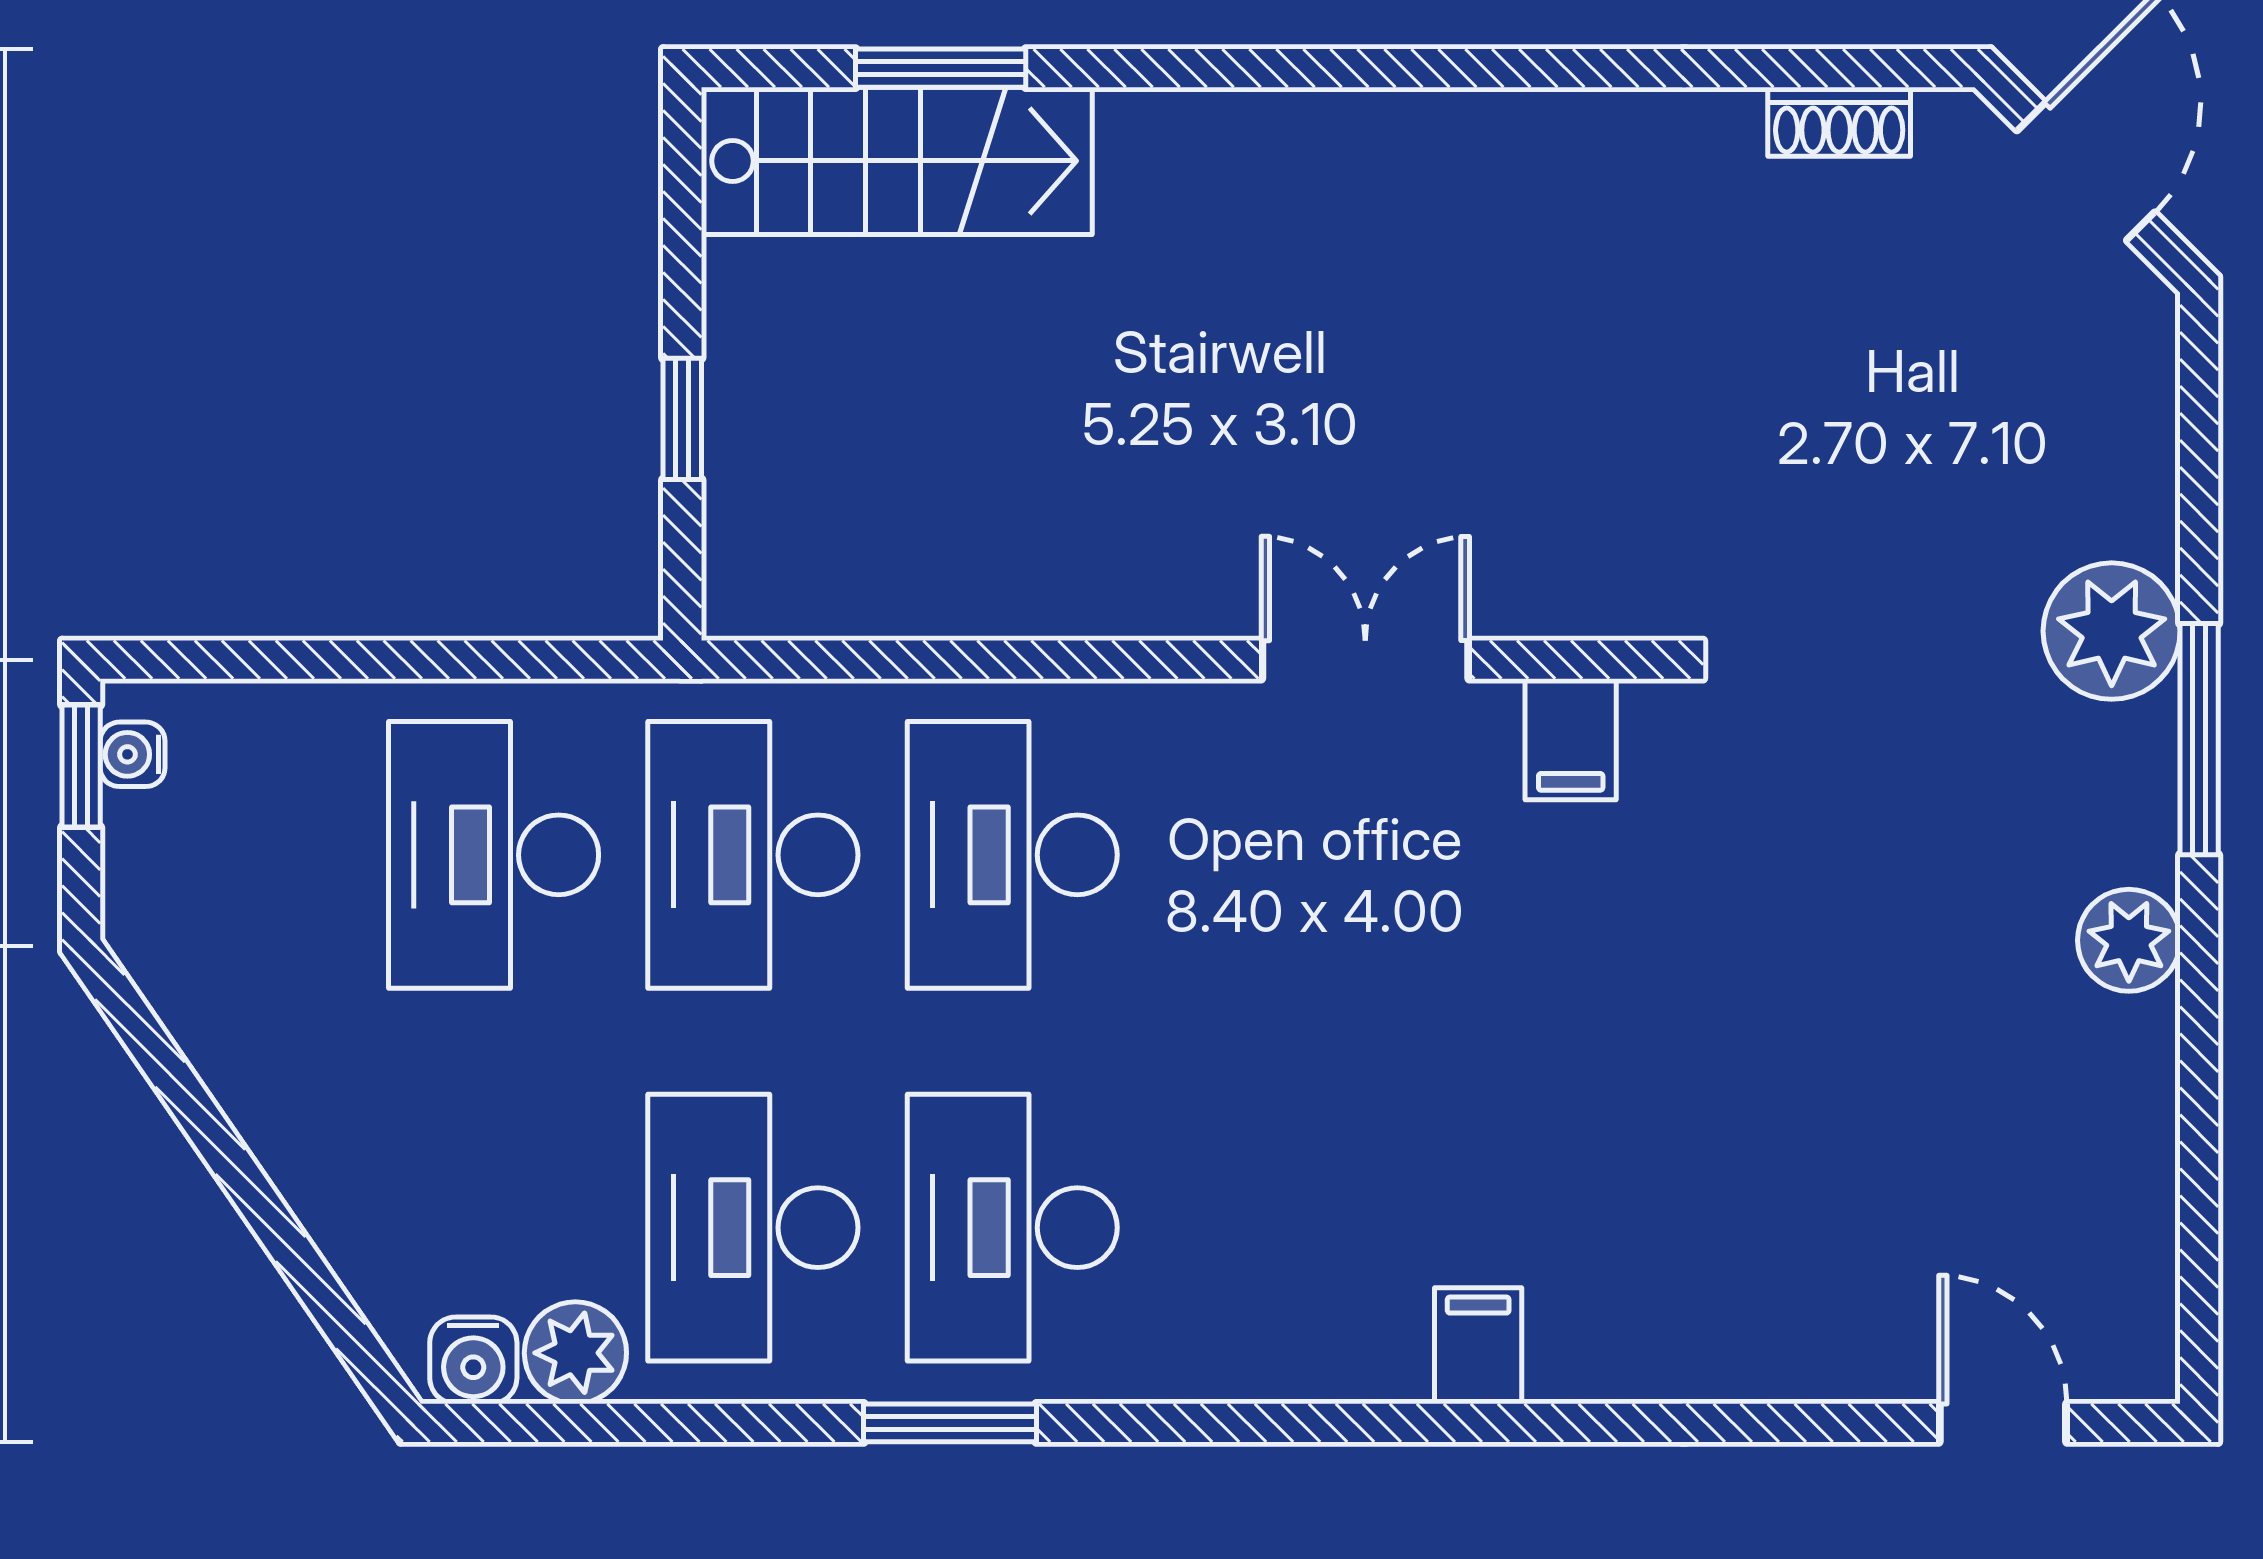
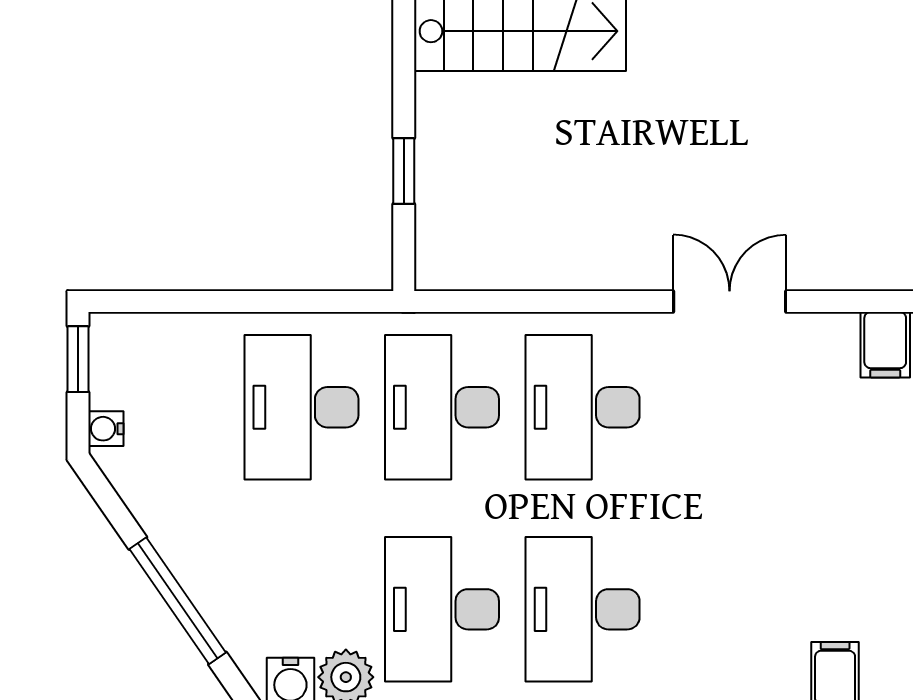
double door: (1365, 660) -> (730, 301), moved
water cooler: (133, 754) -> (106, 429), moved
window: (265, 1212) -> (178, 601), added

